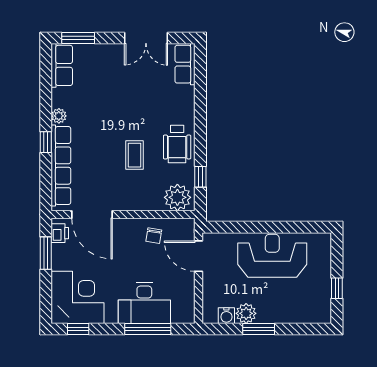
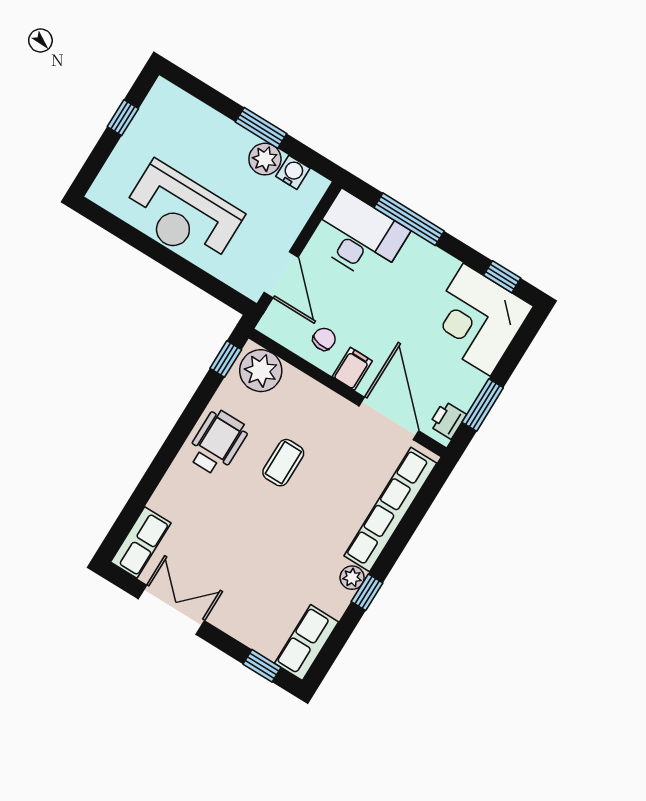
window: (78, 38) -> (262, 666), width x0.67
window: (46, 142) -> (367, 592), moved
window: (200, 177) -> (226, 359), moved
filing cabinet: (129, 229) -> (352, 369), added
desk: (144, 303) -> (359, 237), moved

